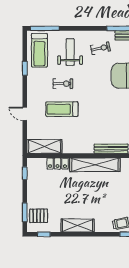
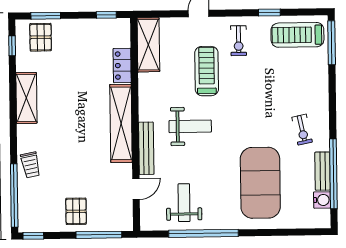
weight bench: (70, 52) -> (190, 126), moved
exercise bike: (63, 84) -> (239, 41), moved

